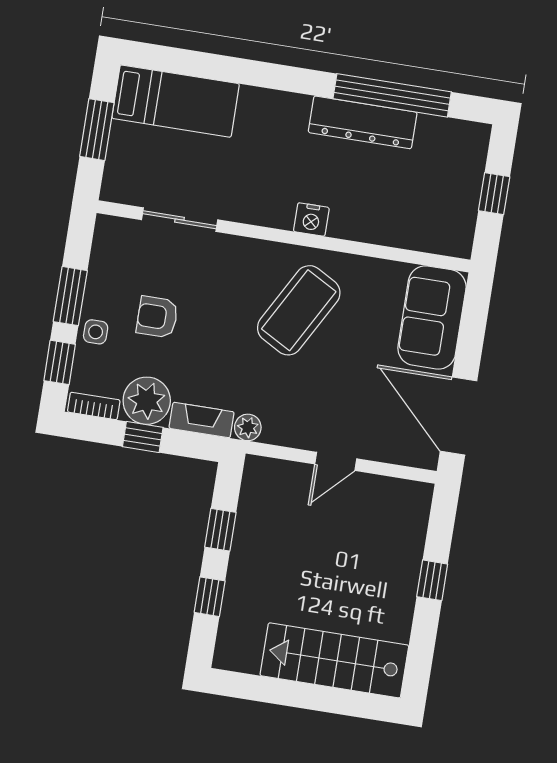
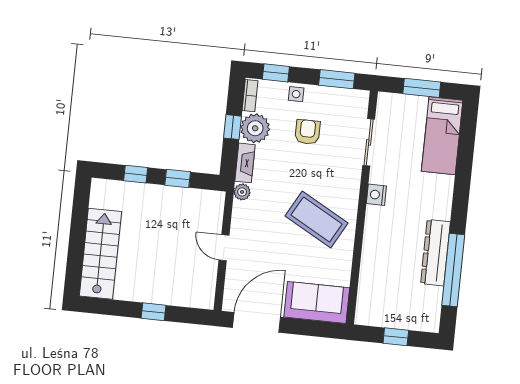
nightstand: (311, 220) -> (376, 195), moved
window: (70, 296) -> (337, 79), moved

